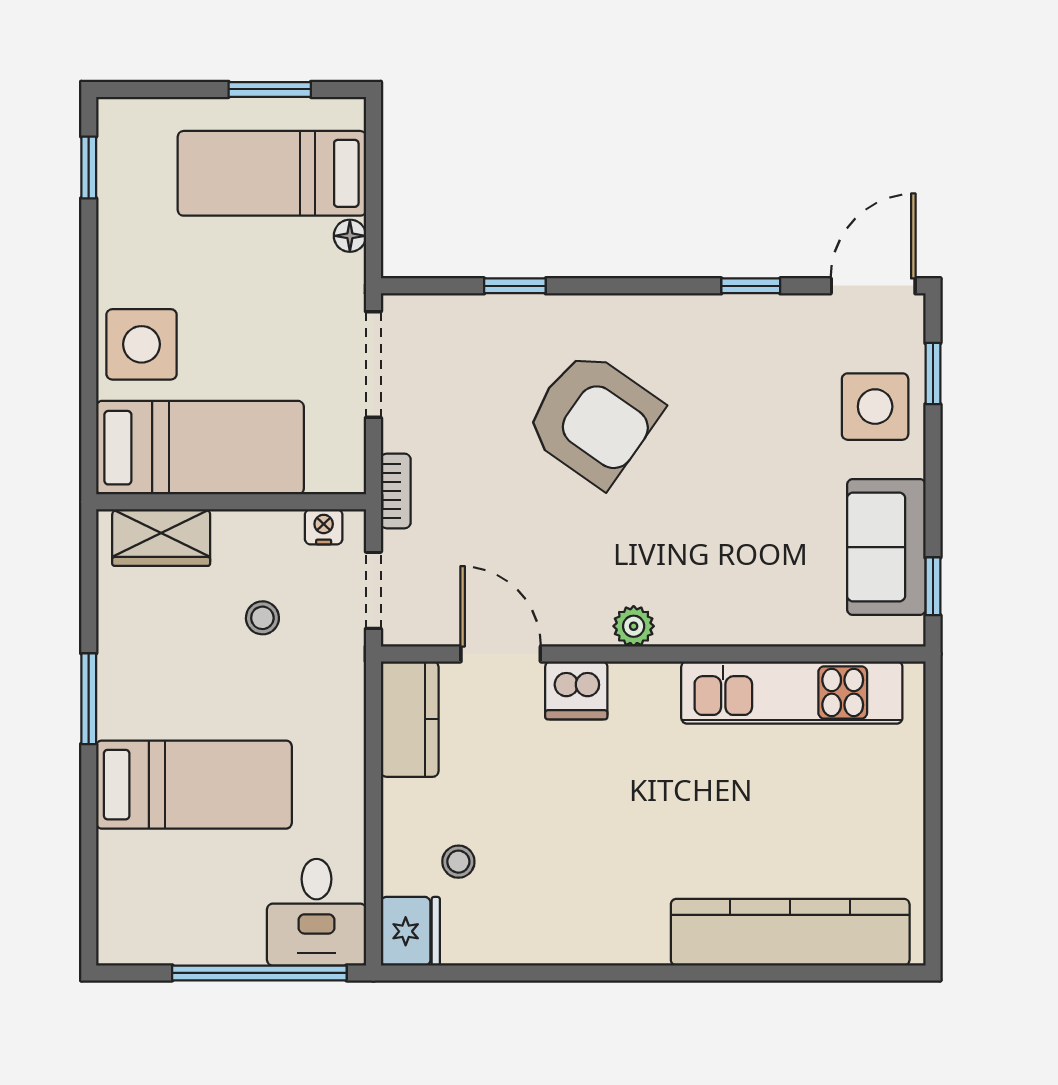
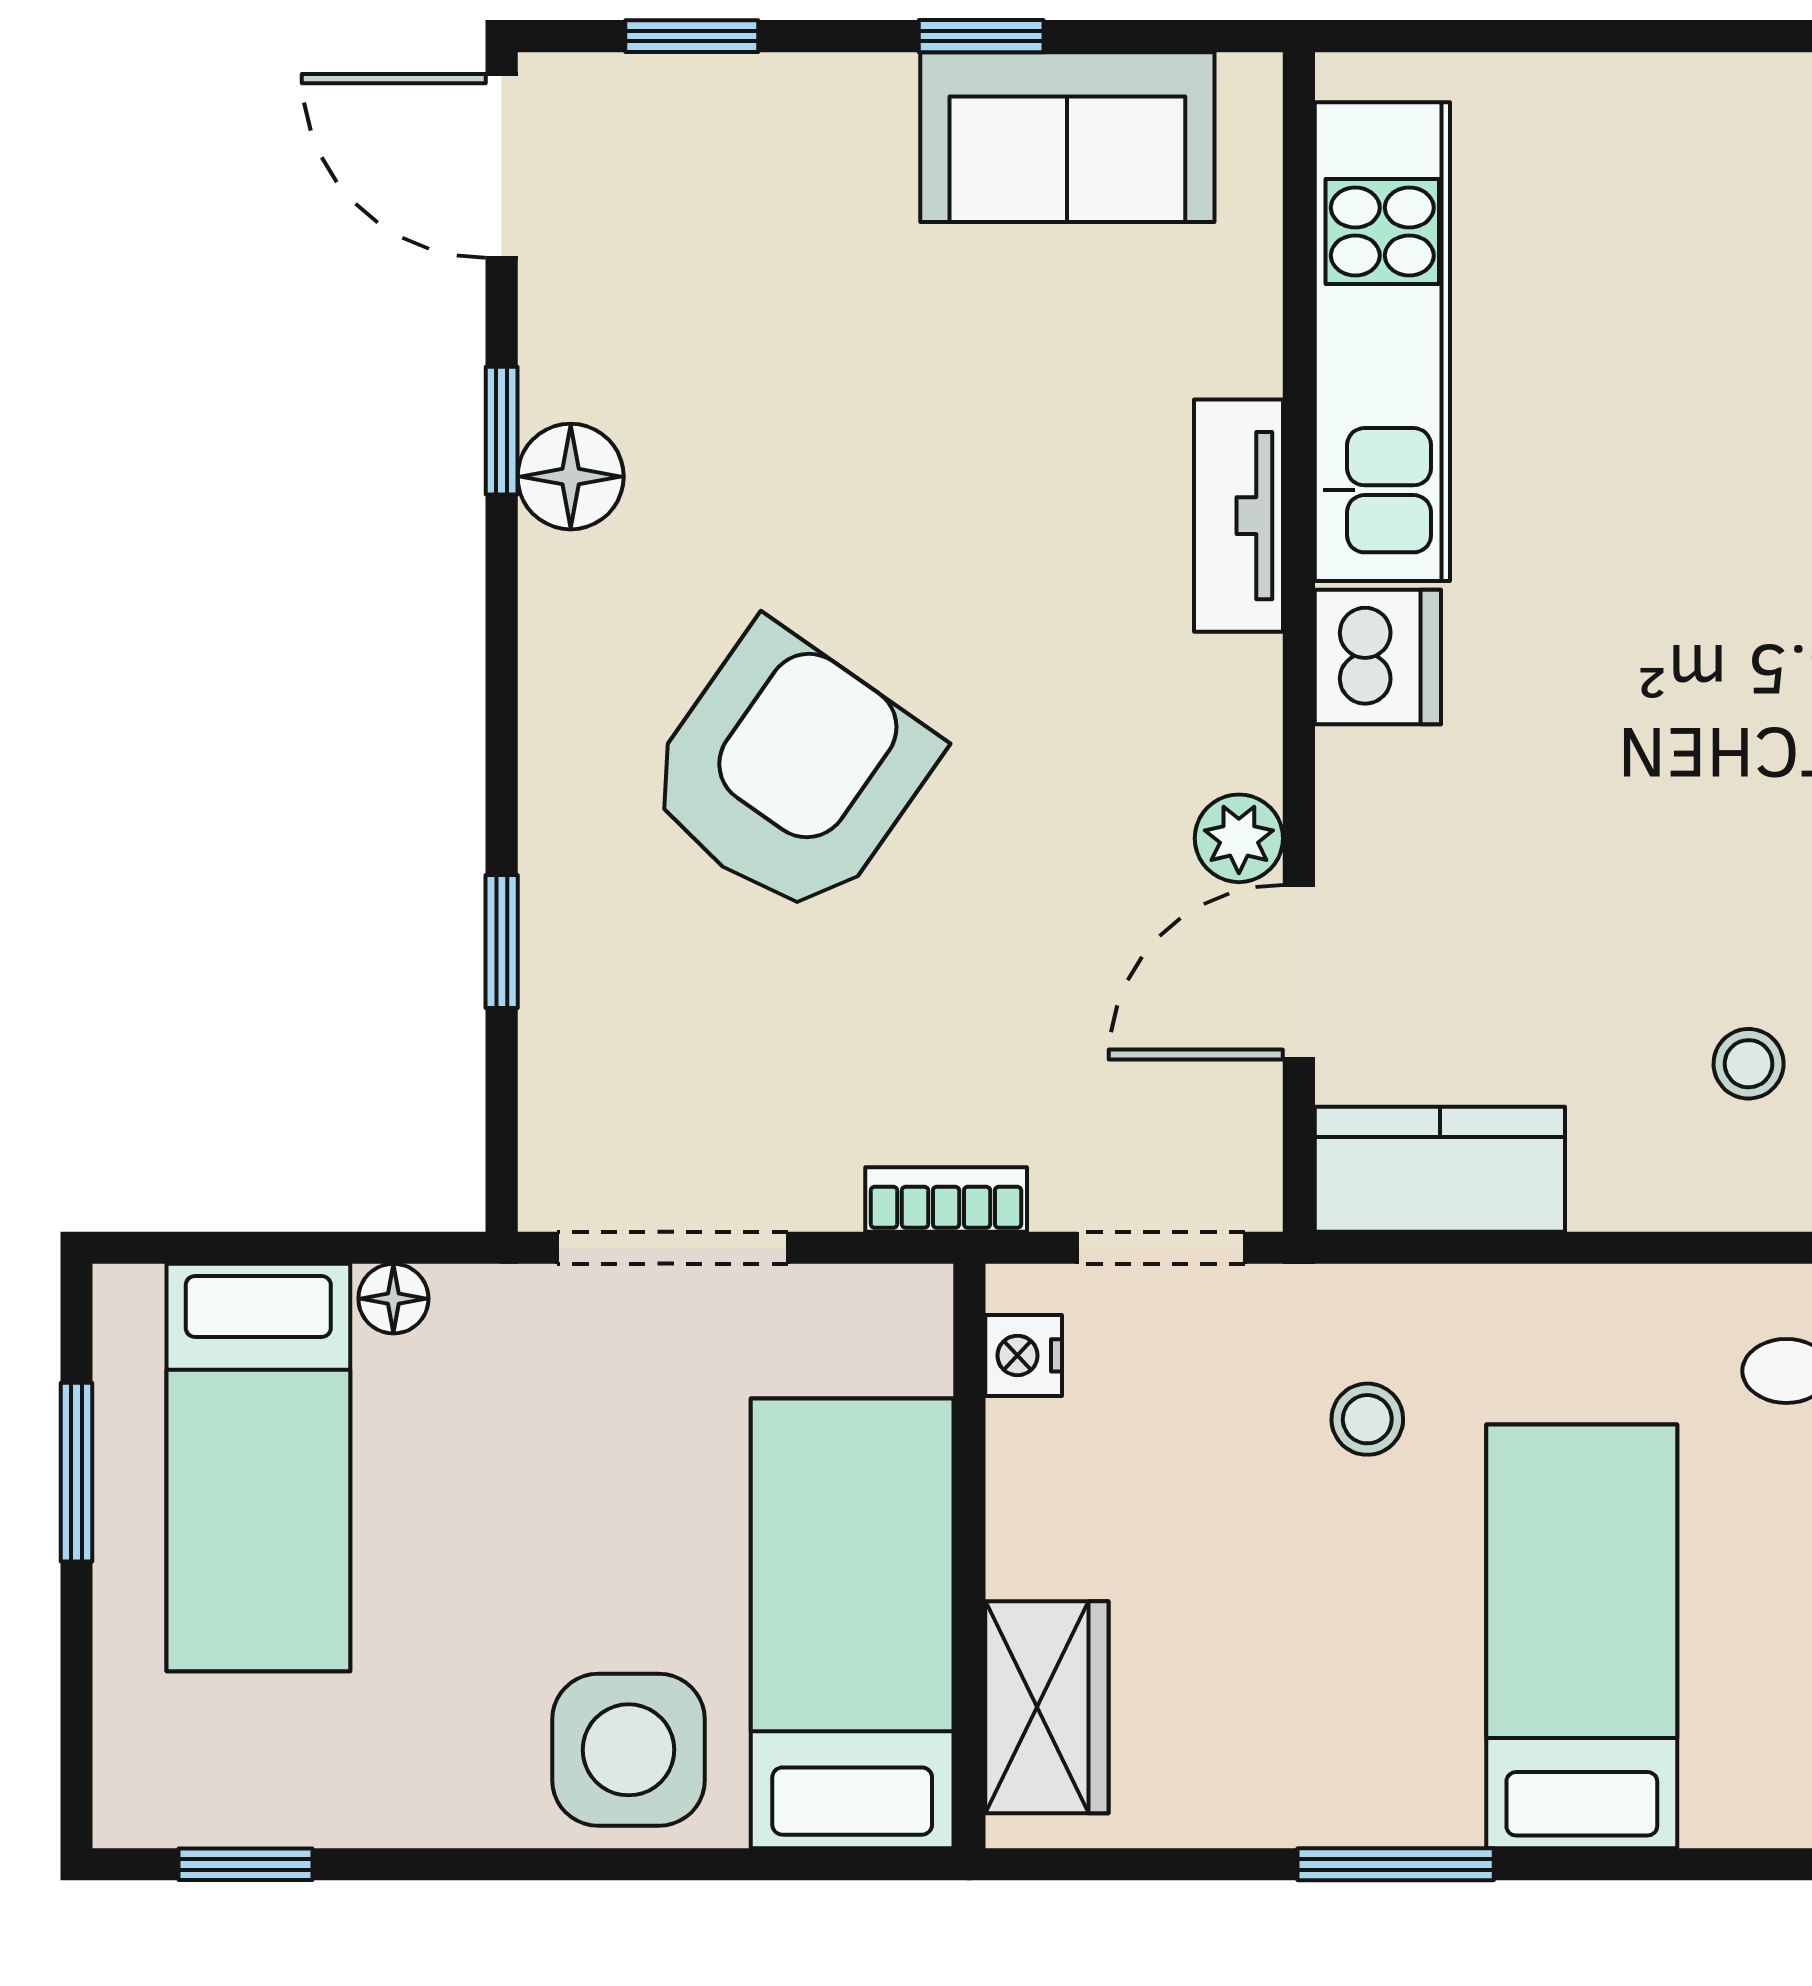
floor lamp: (730, 318) -> (571, 477), added
side table: (875, 407) -> (763, 162), removed
window: (933, 586) -> (981, 36), moved
stool: (262, 618) -> (1367, 1419), moved
plant: (634, 626) -> (1239, 838), moved
tv unit: (712, 626) -> (1239, 516), added
dishwasher: (576, 690) -> (1378, 657), moved

